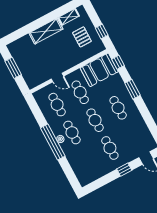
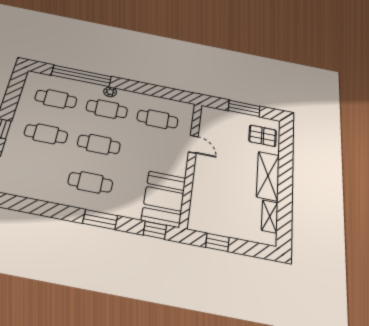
pallet: (82, 37) -> (263, 136), moved
door: (57, 78) -> (193, 144), swing flipped
cafe table: (80, 92) -> (56, 99), moved
window: (53, 142) -> (81, 76), moved

